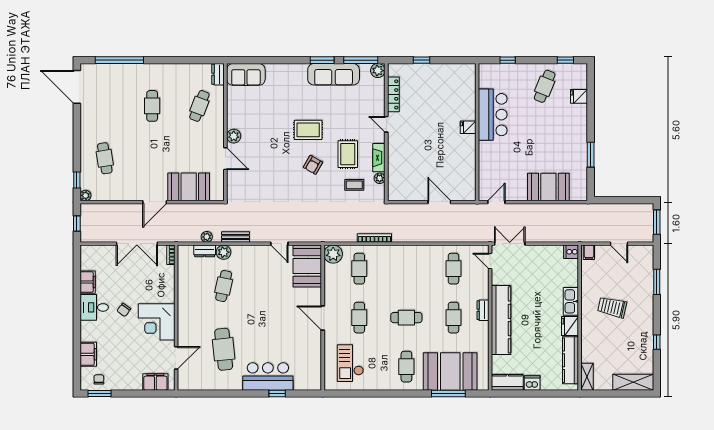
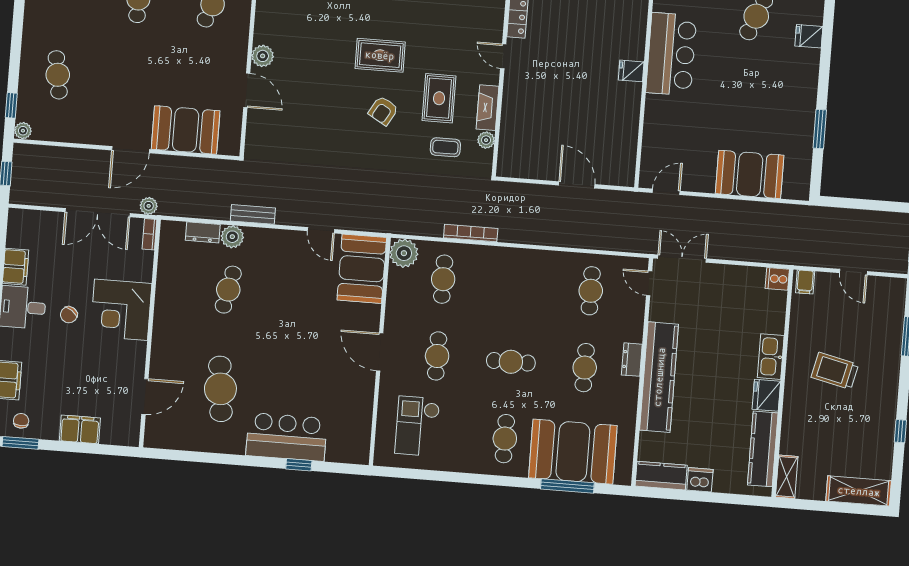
plant: (207, 237) -> (149, 206), moved
corner desk: (157, 322) -> (121, 310), moved
filing cabinet: (155, 382) -> (80, 429), moved

